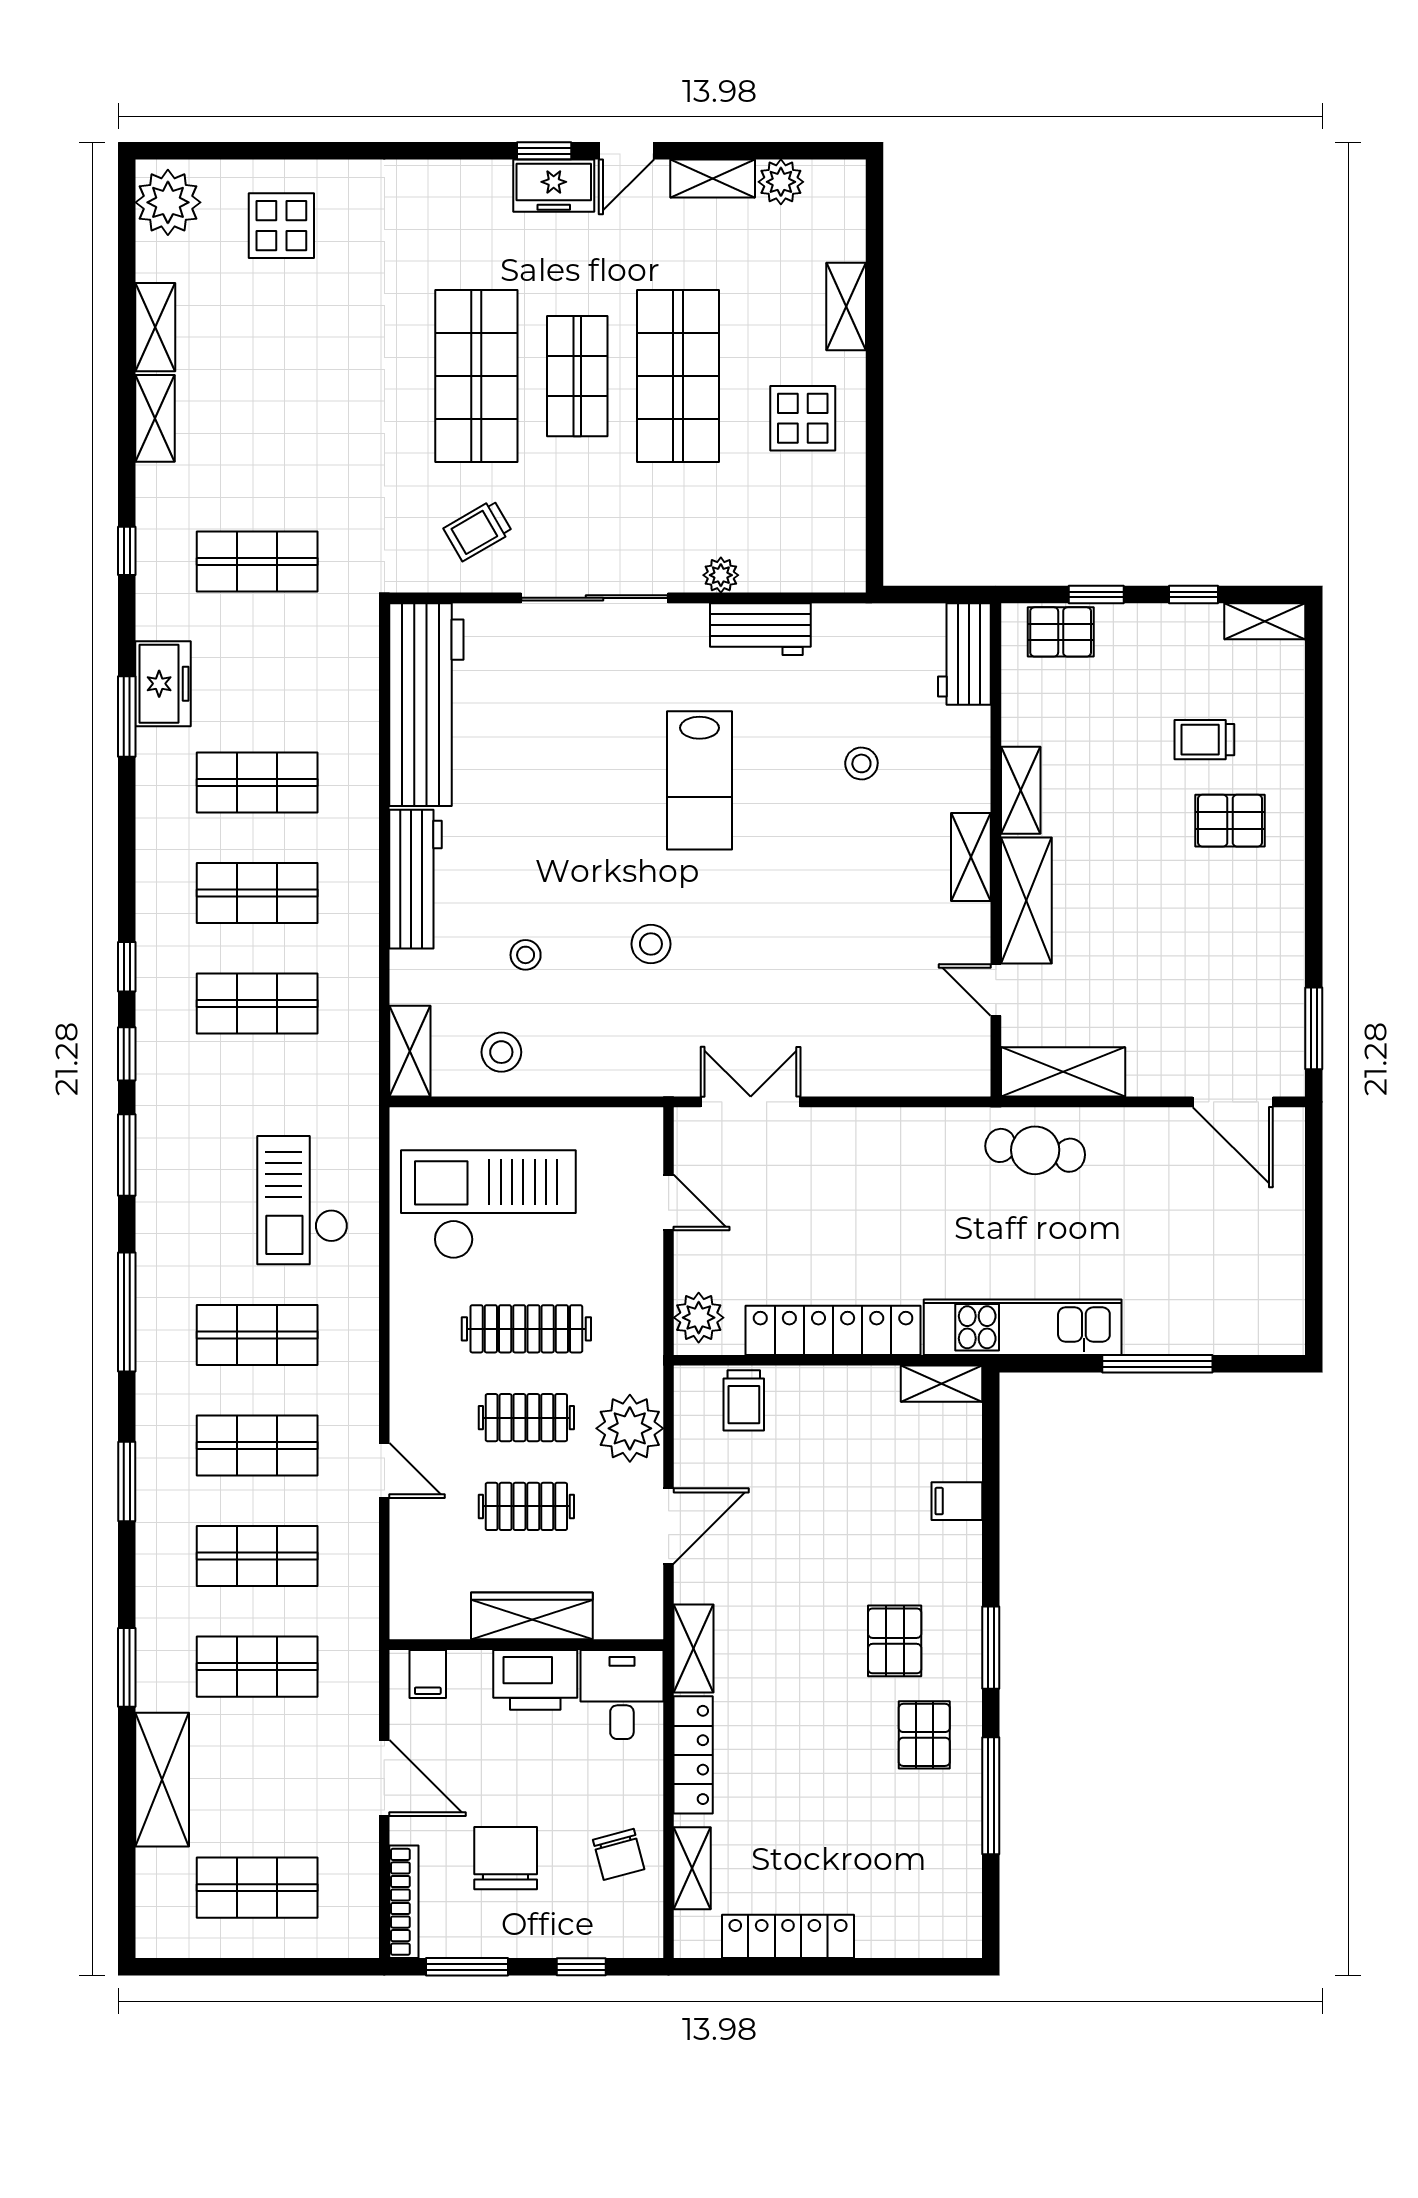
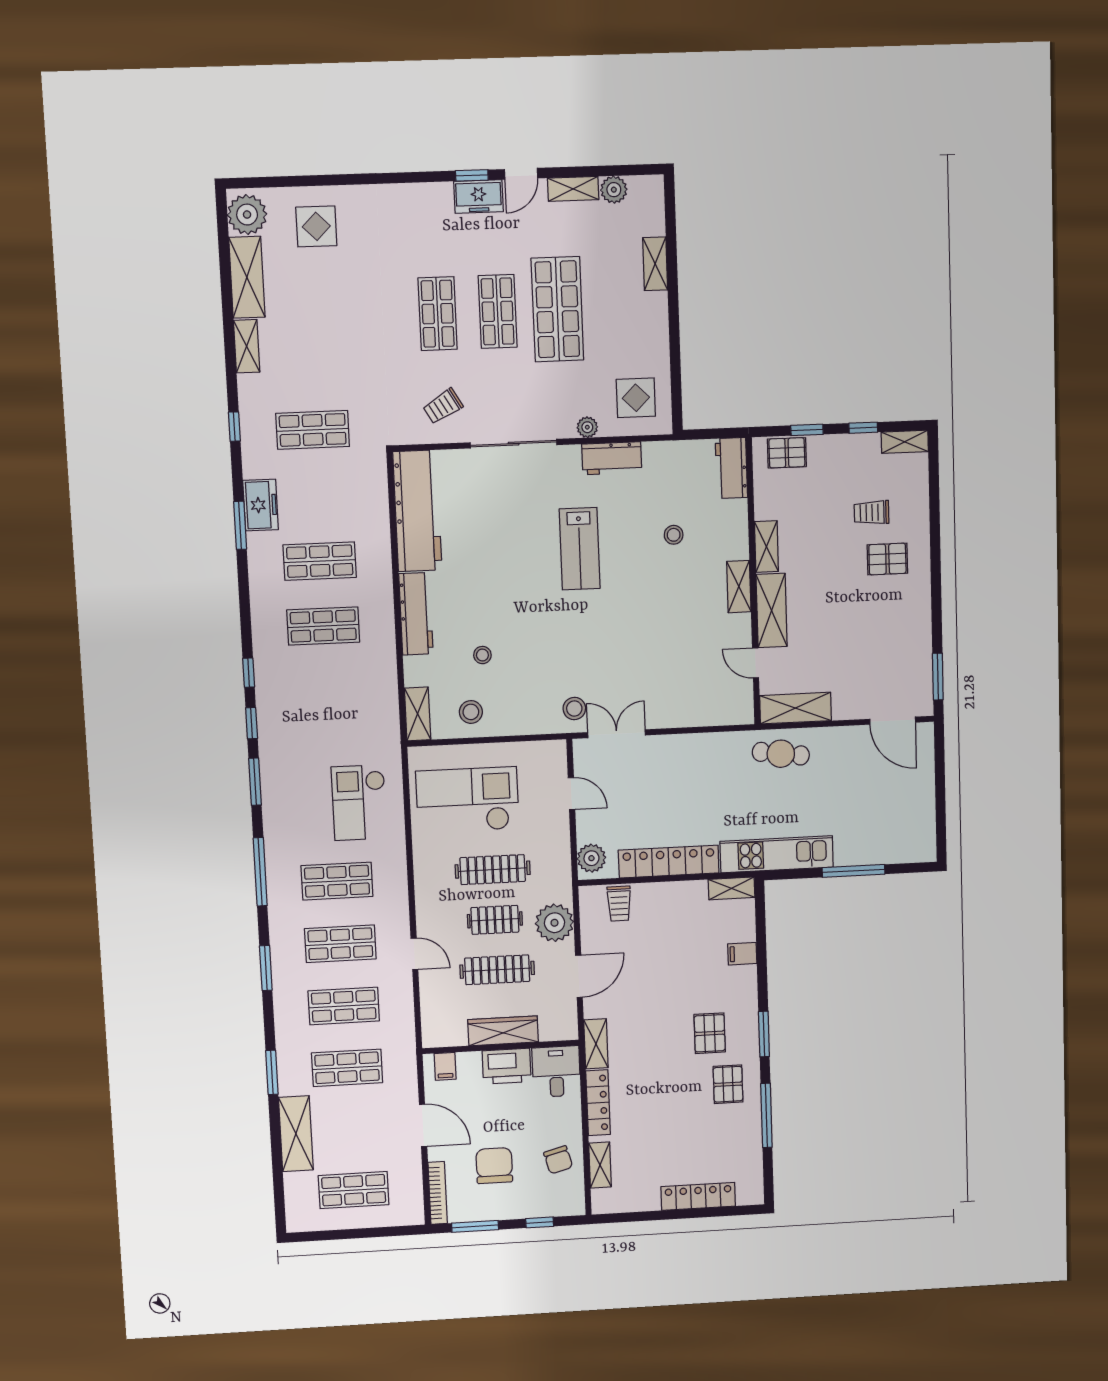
shelving: (155, 327) -> (247, 277), width x1.50, depth x1.33
shop shelf: (476, 376) -> (438, 314), width x0.70, depth x0.74
display table: (803, 418) -> (636, 398), moved
stool: (651, 944) -> (574, 709), moved
shop shelf: (257, 1004) -> (327, 690), removed
clothes rail: (526, 1506) -> (497, 970), width x1.36
locker: (788, 1936) -> (698, 1196), moved

